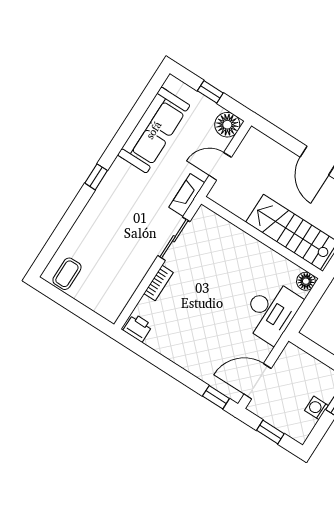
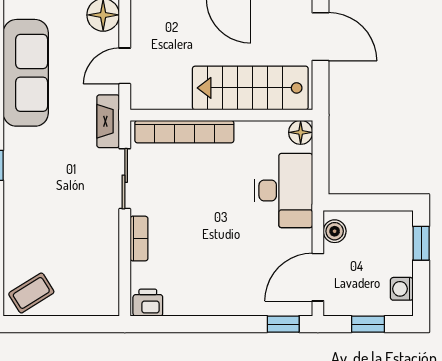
bookcase: (231, 233) -> (184, 132), added
coffee table: (67, 274) -> (31, 293), turned 58
boiler: (287, 359) -> (335, 231), added
washing machine: (316, 408) -> (402, 289), moved

